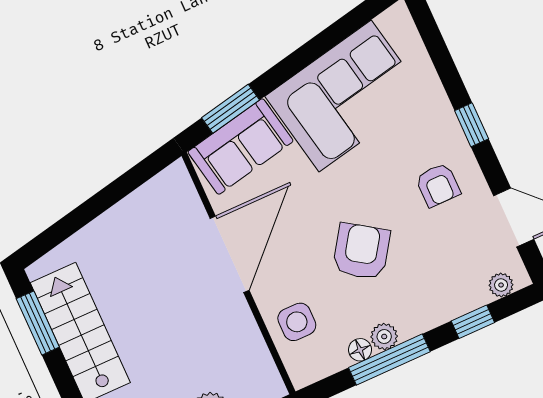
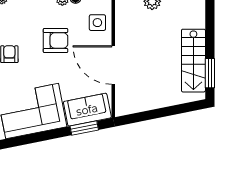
armchair: (361, 251) -> (56, 40), turned -124
door: (230, 254) -> (113, 65), hinge flipped

